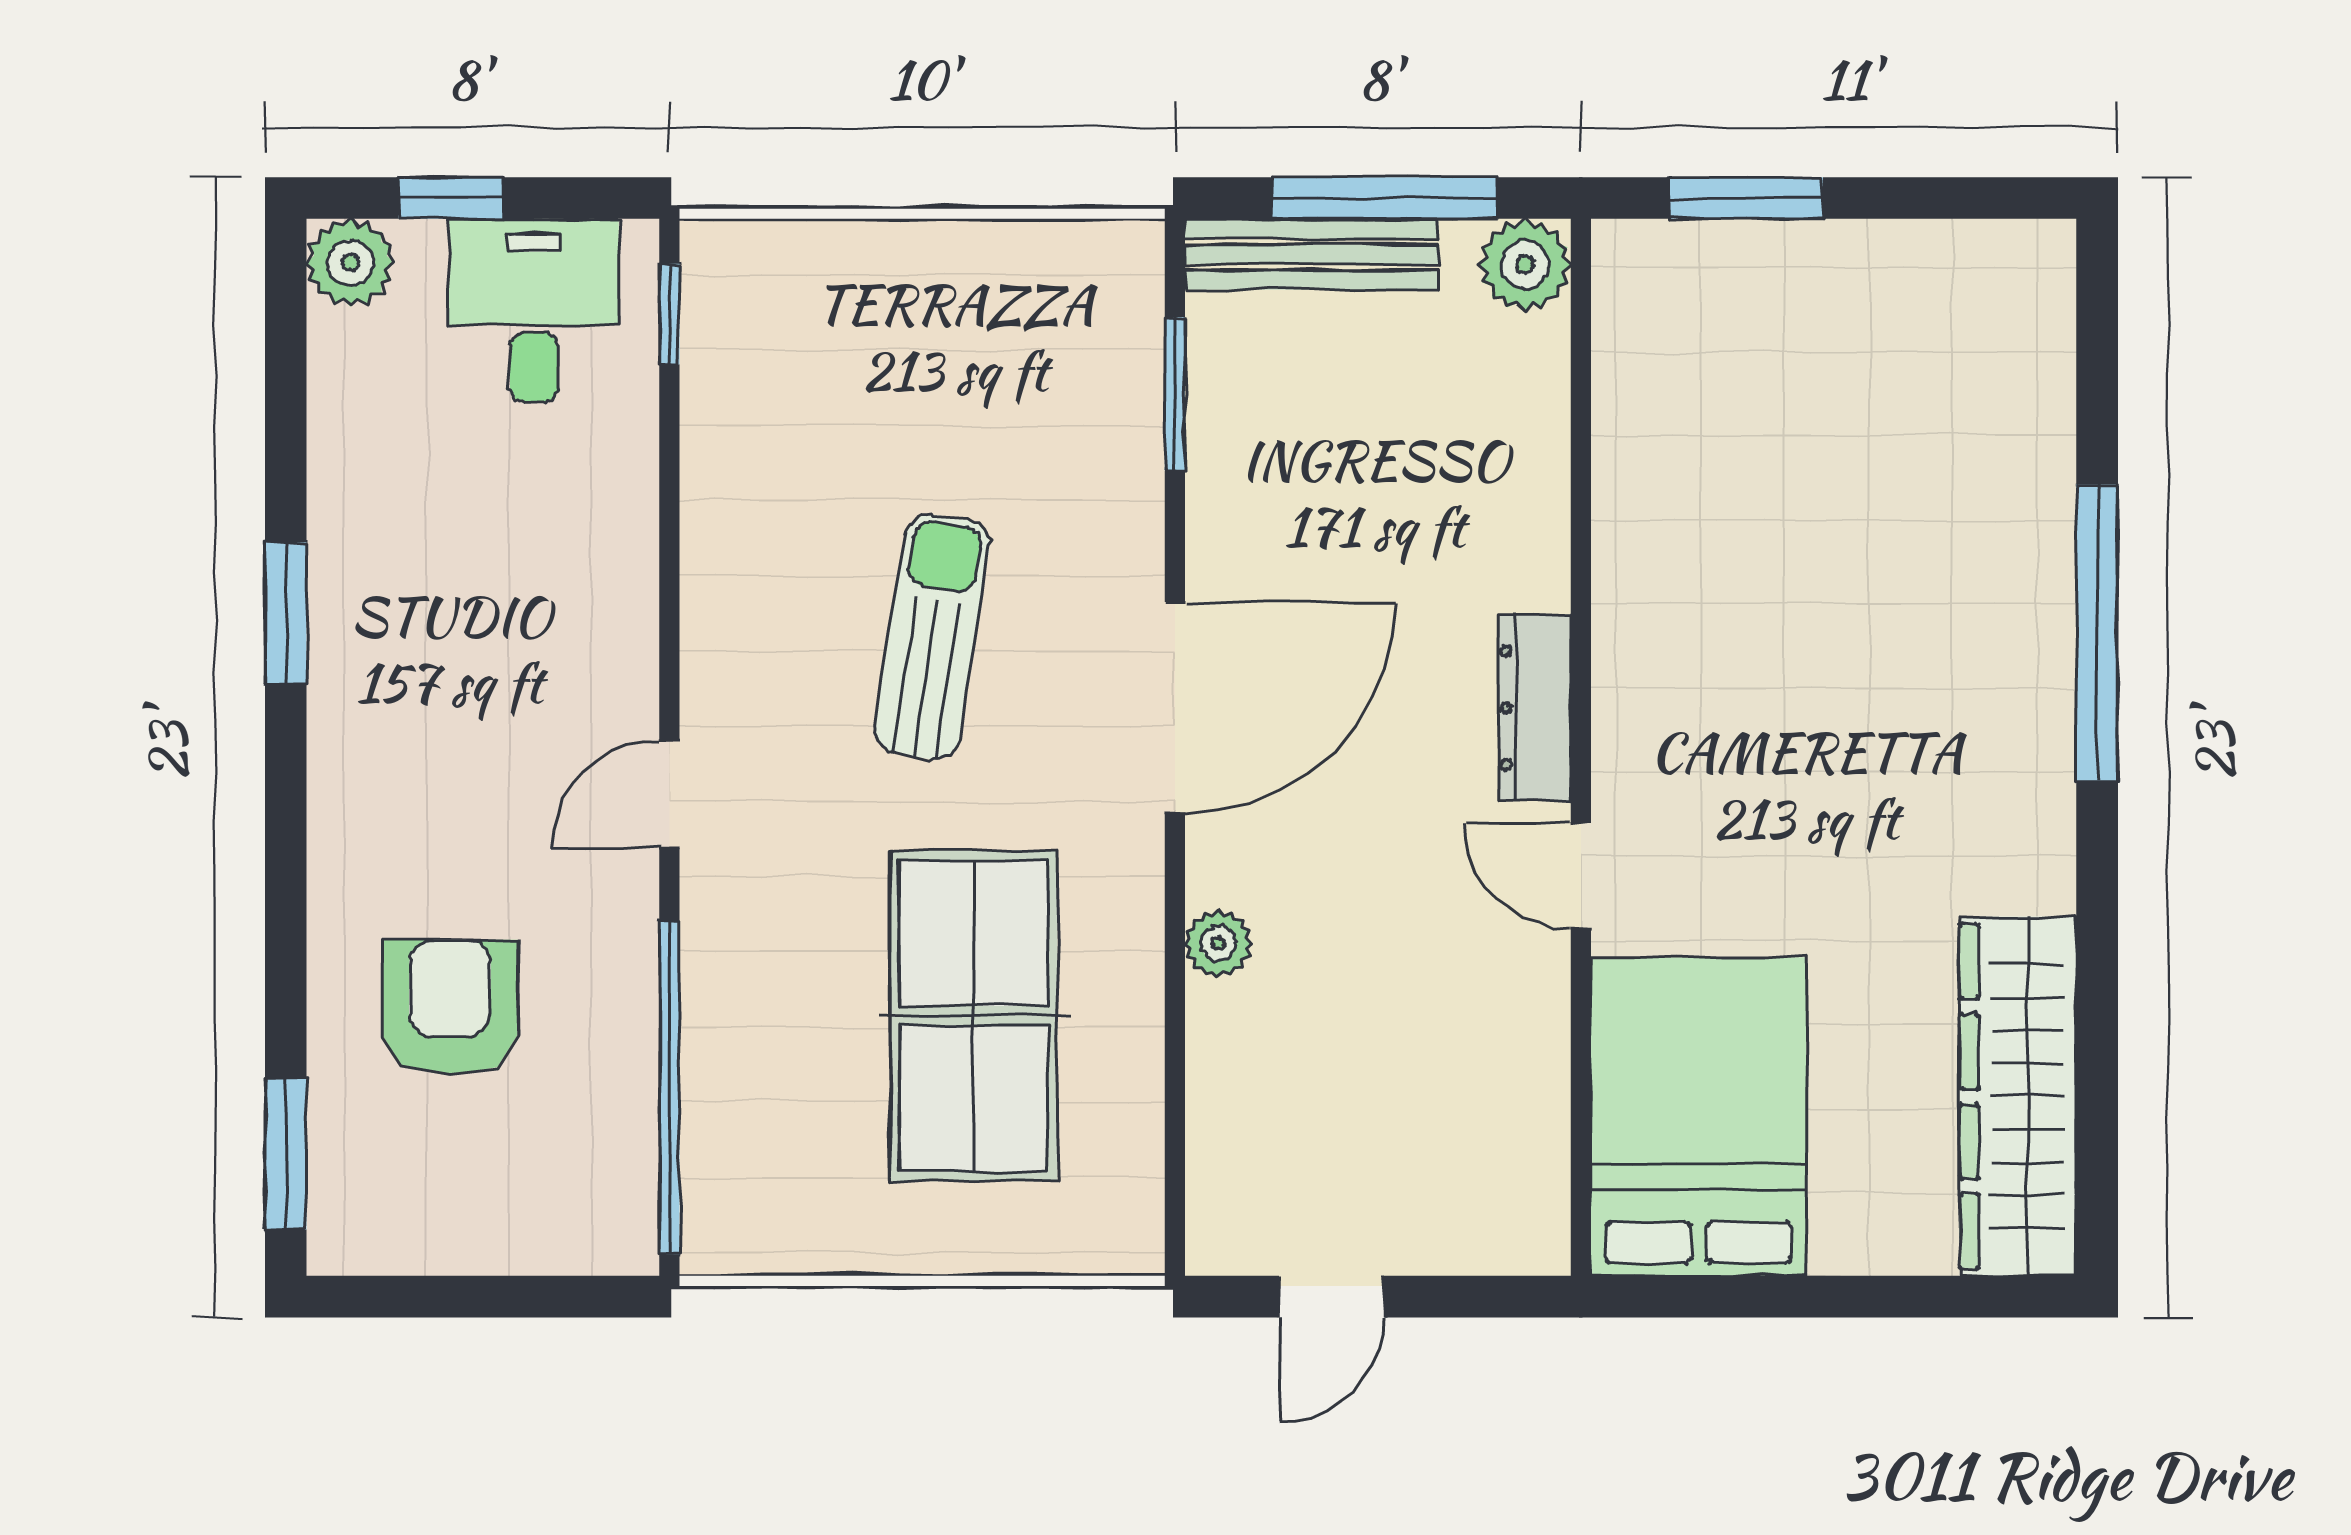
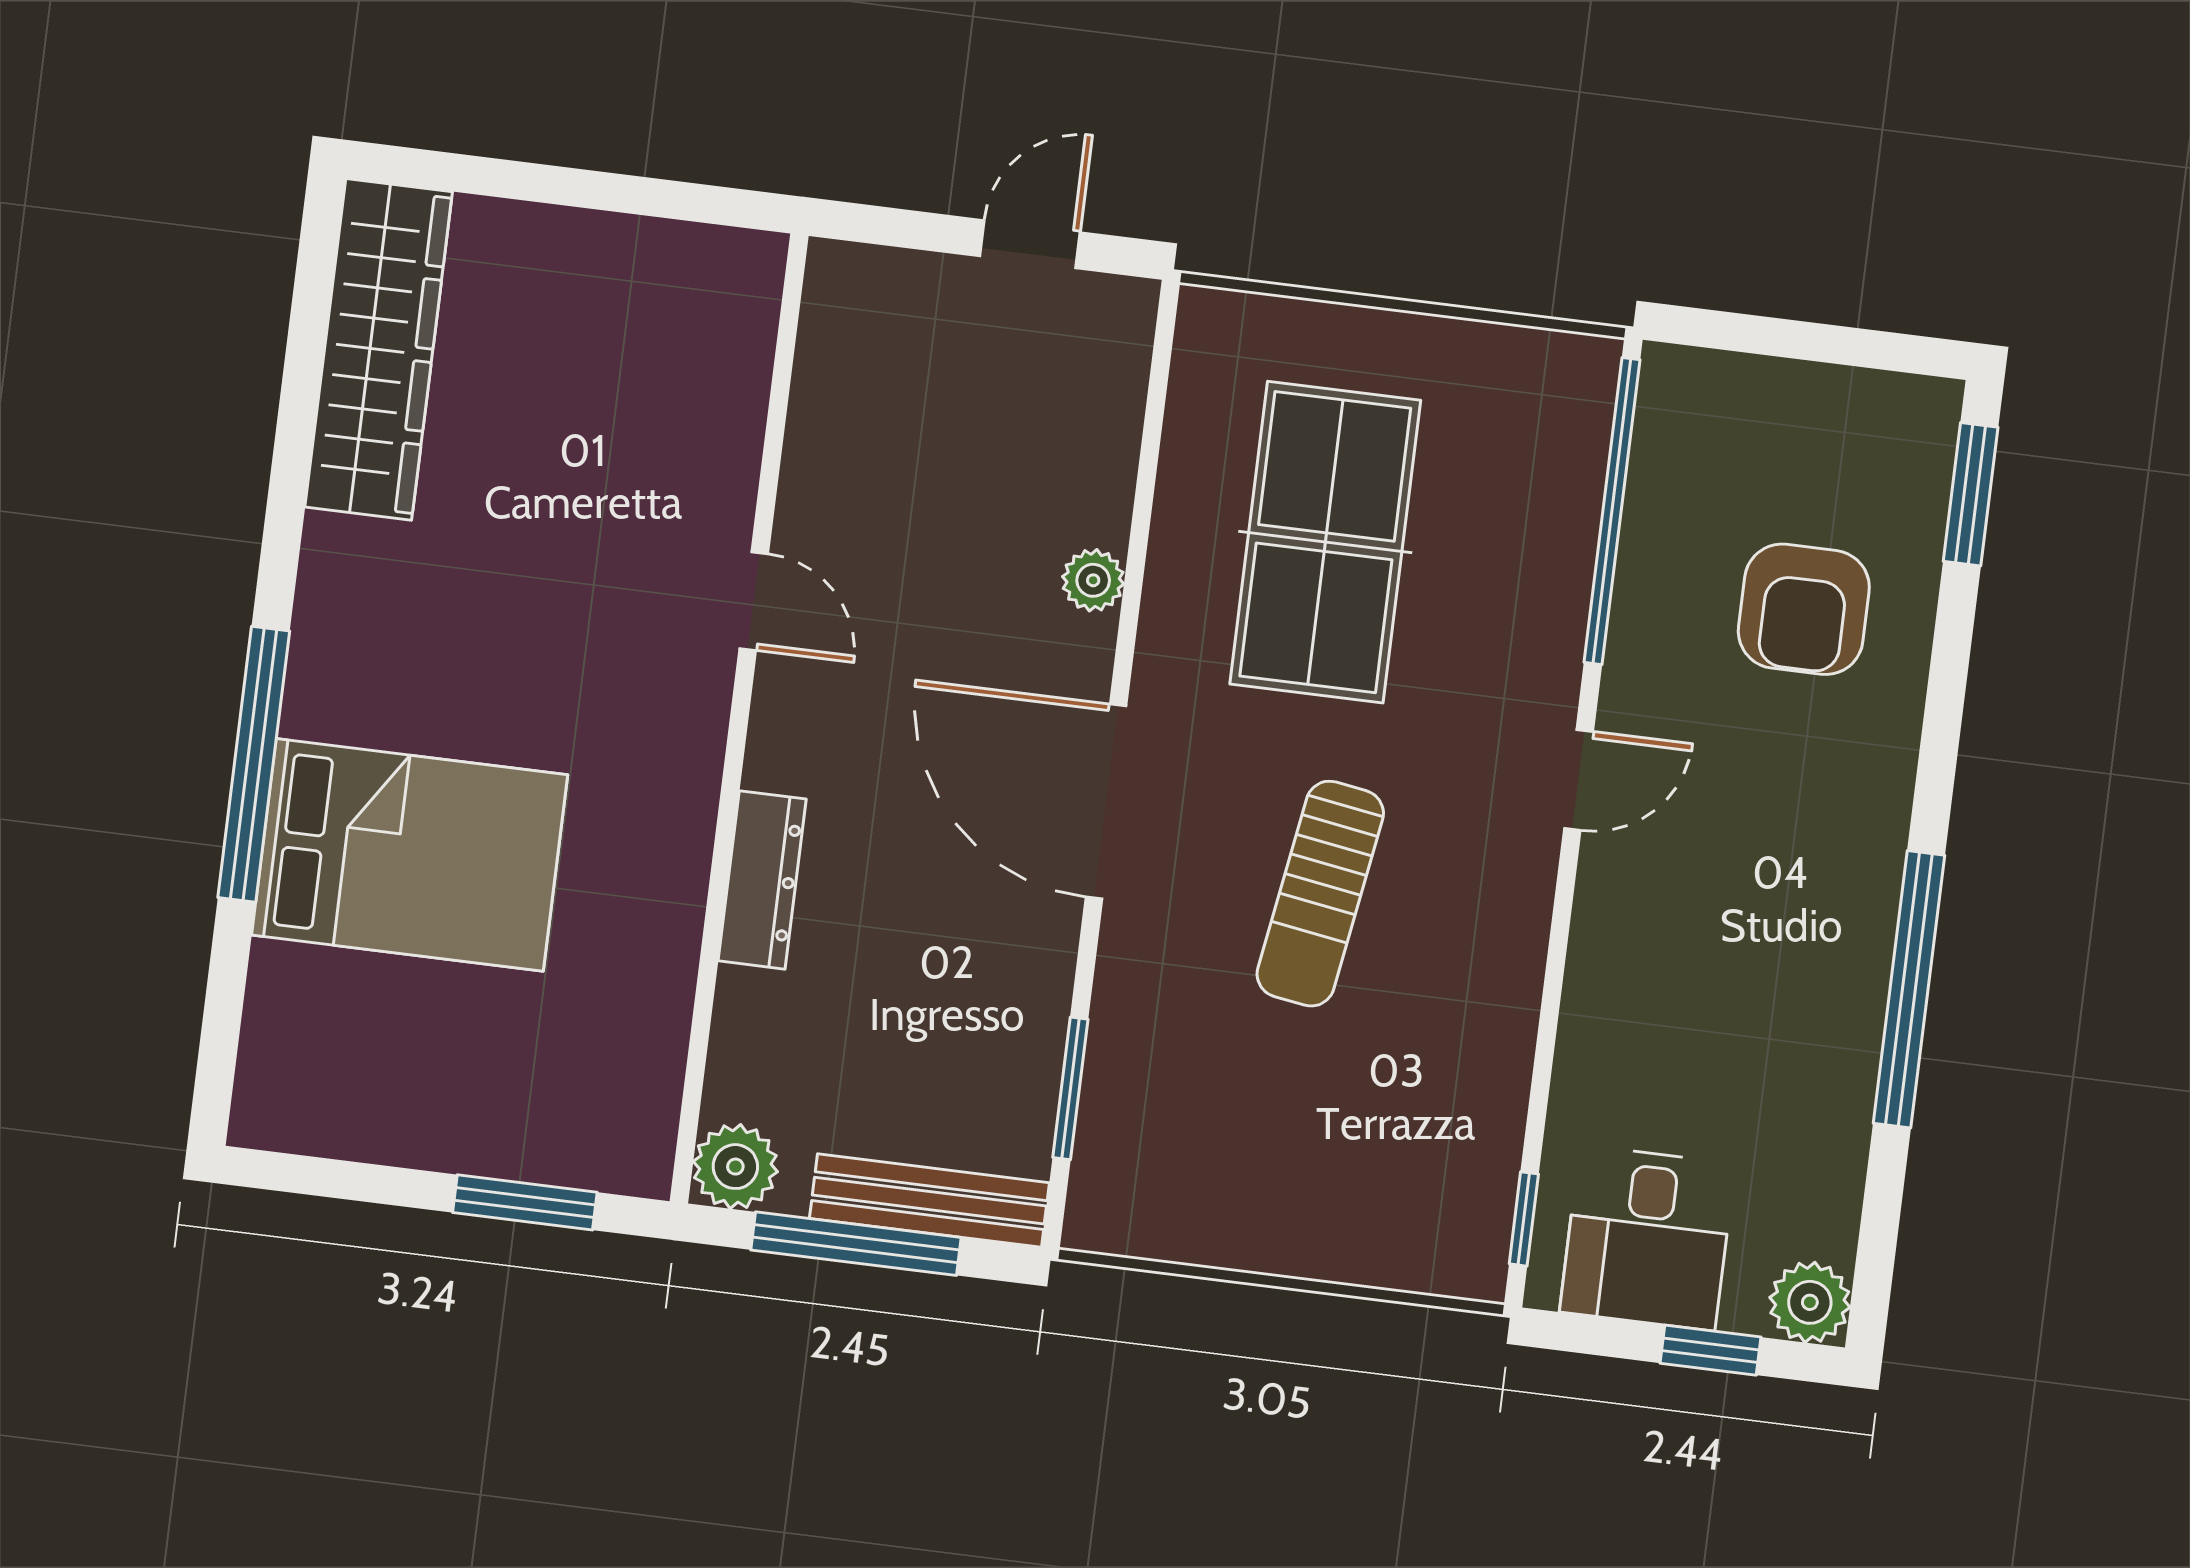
window: (286, 613) -> (1909, 989), width x2.11
door: (1175, 707) -> (1106, 802), hinge flipped
dresser: (1534, 708) -> (762, 880), moved
bed: (1699, 1117) -> (410, 855), moved, turned -90

